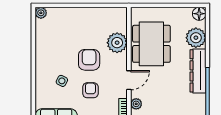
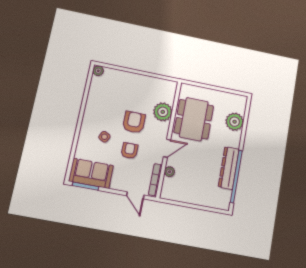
floor lamp: (199, 14) -> (241, 101), removed
dresser: (198, 71) -> (229, 168), moved

